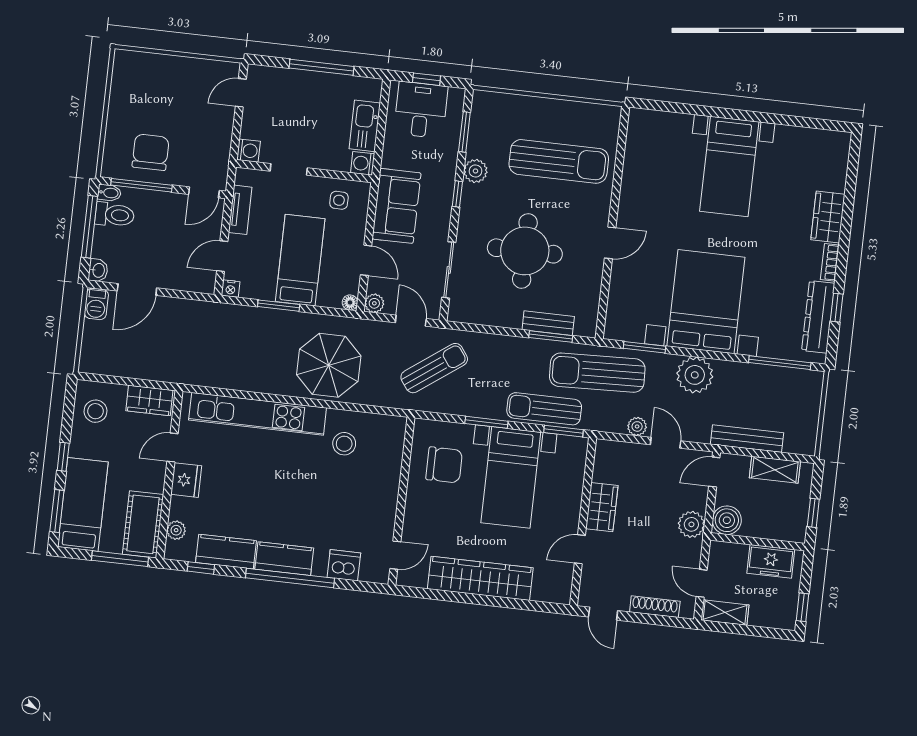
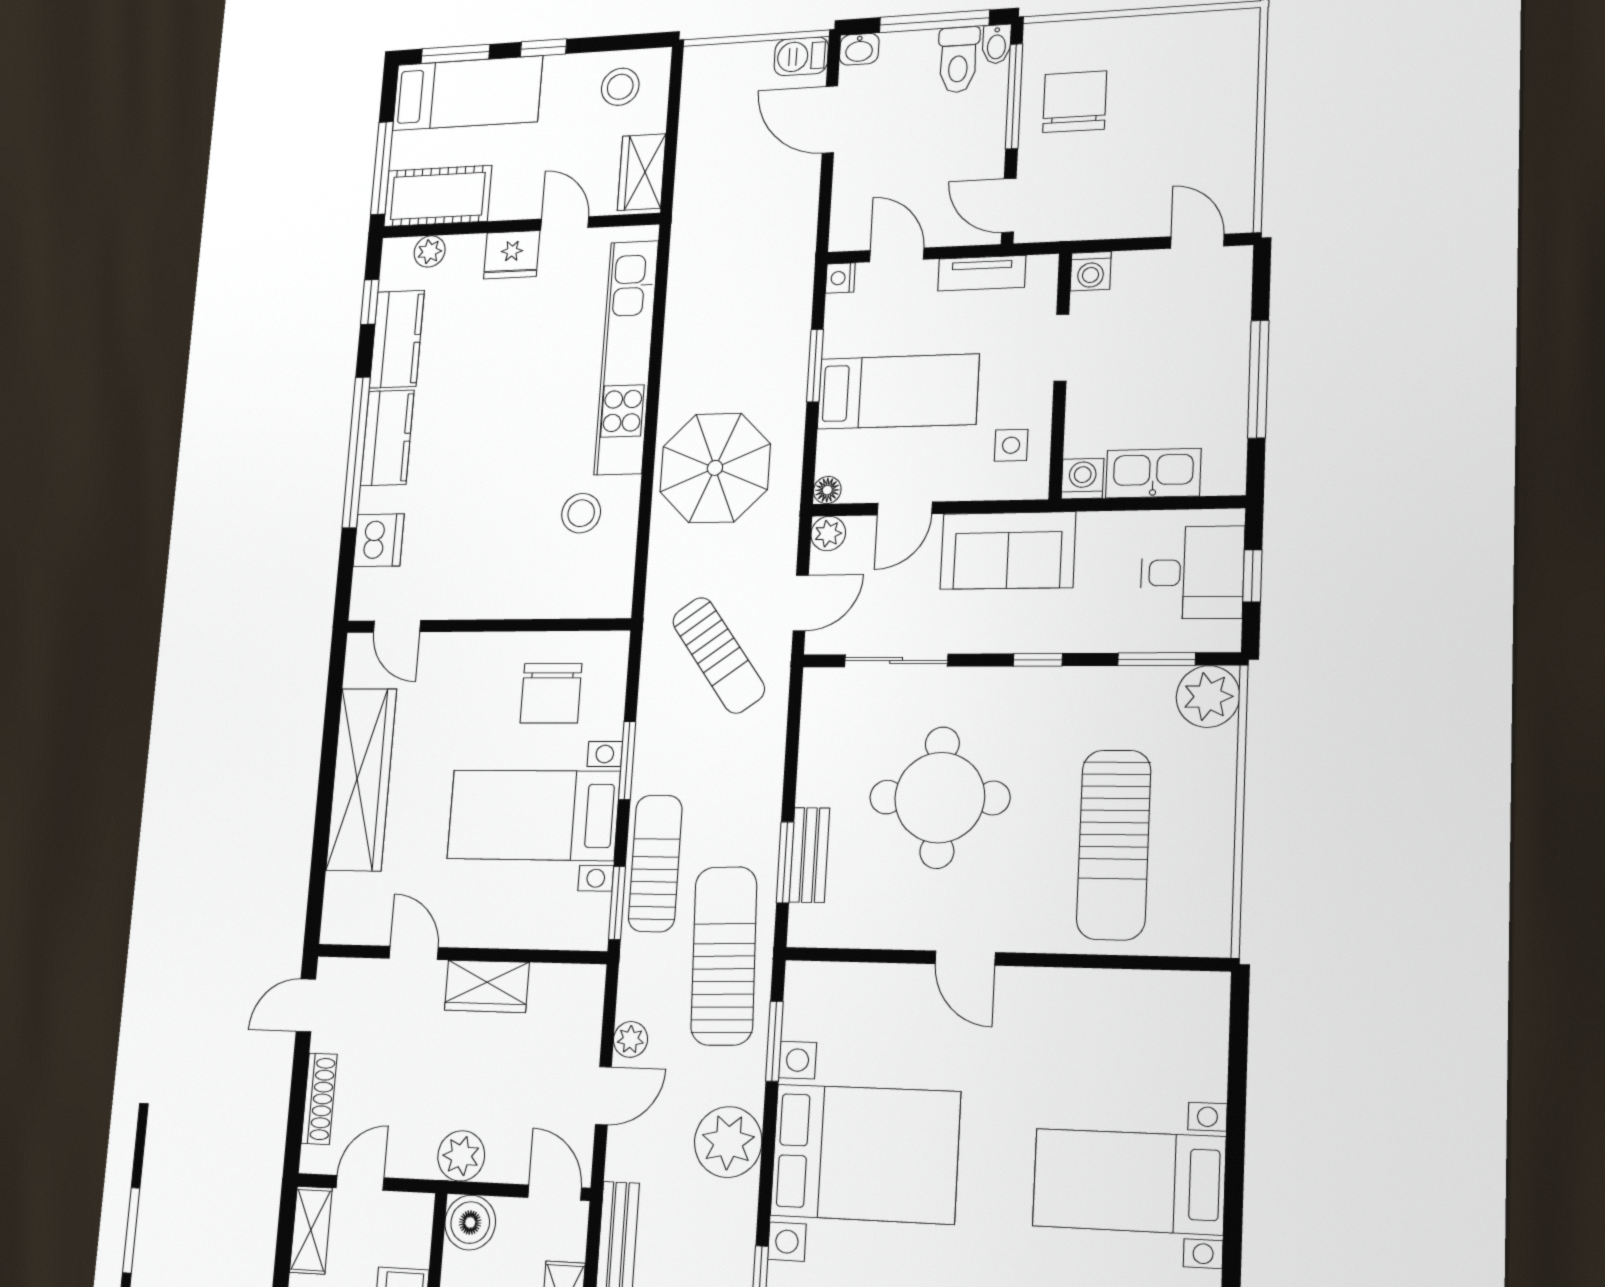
chair: (151, 152) -> (1075, 102), turned -90
plant: (475, 171) -> (1208, 697), moved, width x1.36, depth x1.36

